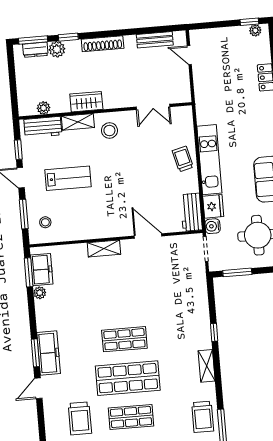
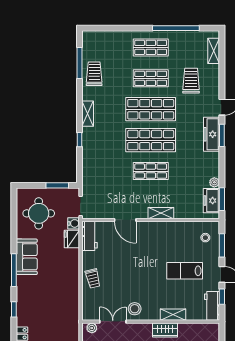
plant: (44, 108) -> (92, 328), moved
workbench: (43, 127) -> (212, 306), moved, turned -90
stool: (109, 130) -> (135, 309), moved
kitchen unit: (209, 160) -> (72, 276), removed
shop shelf: (121, 300) -> (151, 171), added
shop shelf: (124, 339) -> (151, 140), width x1.43, depth x1.36

